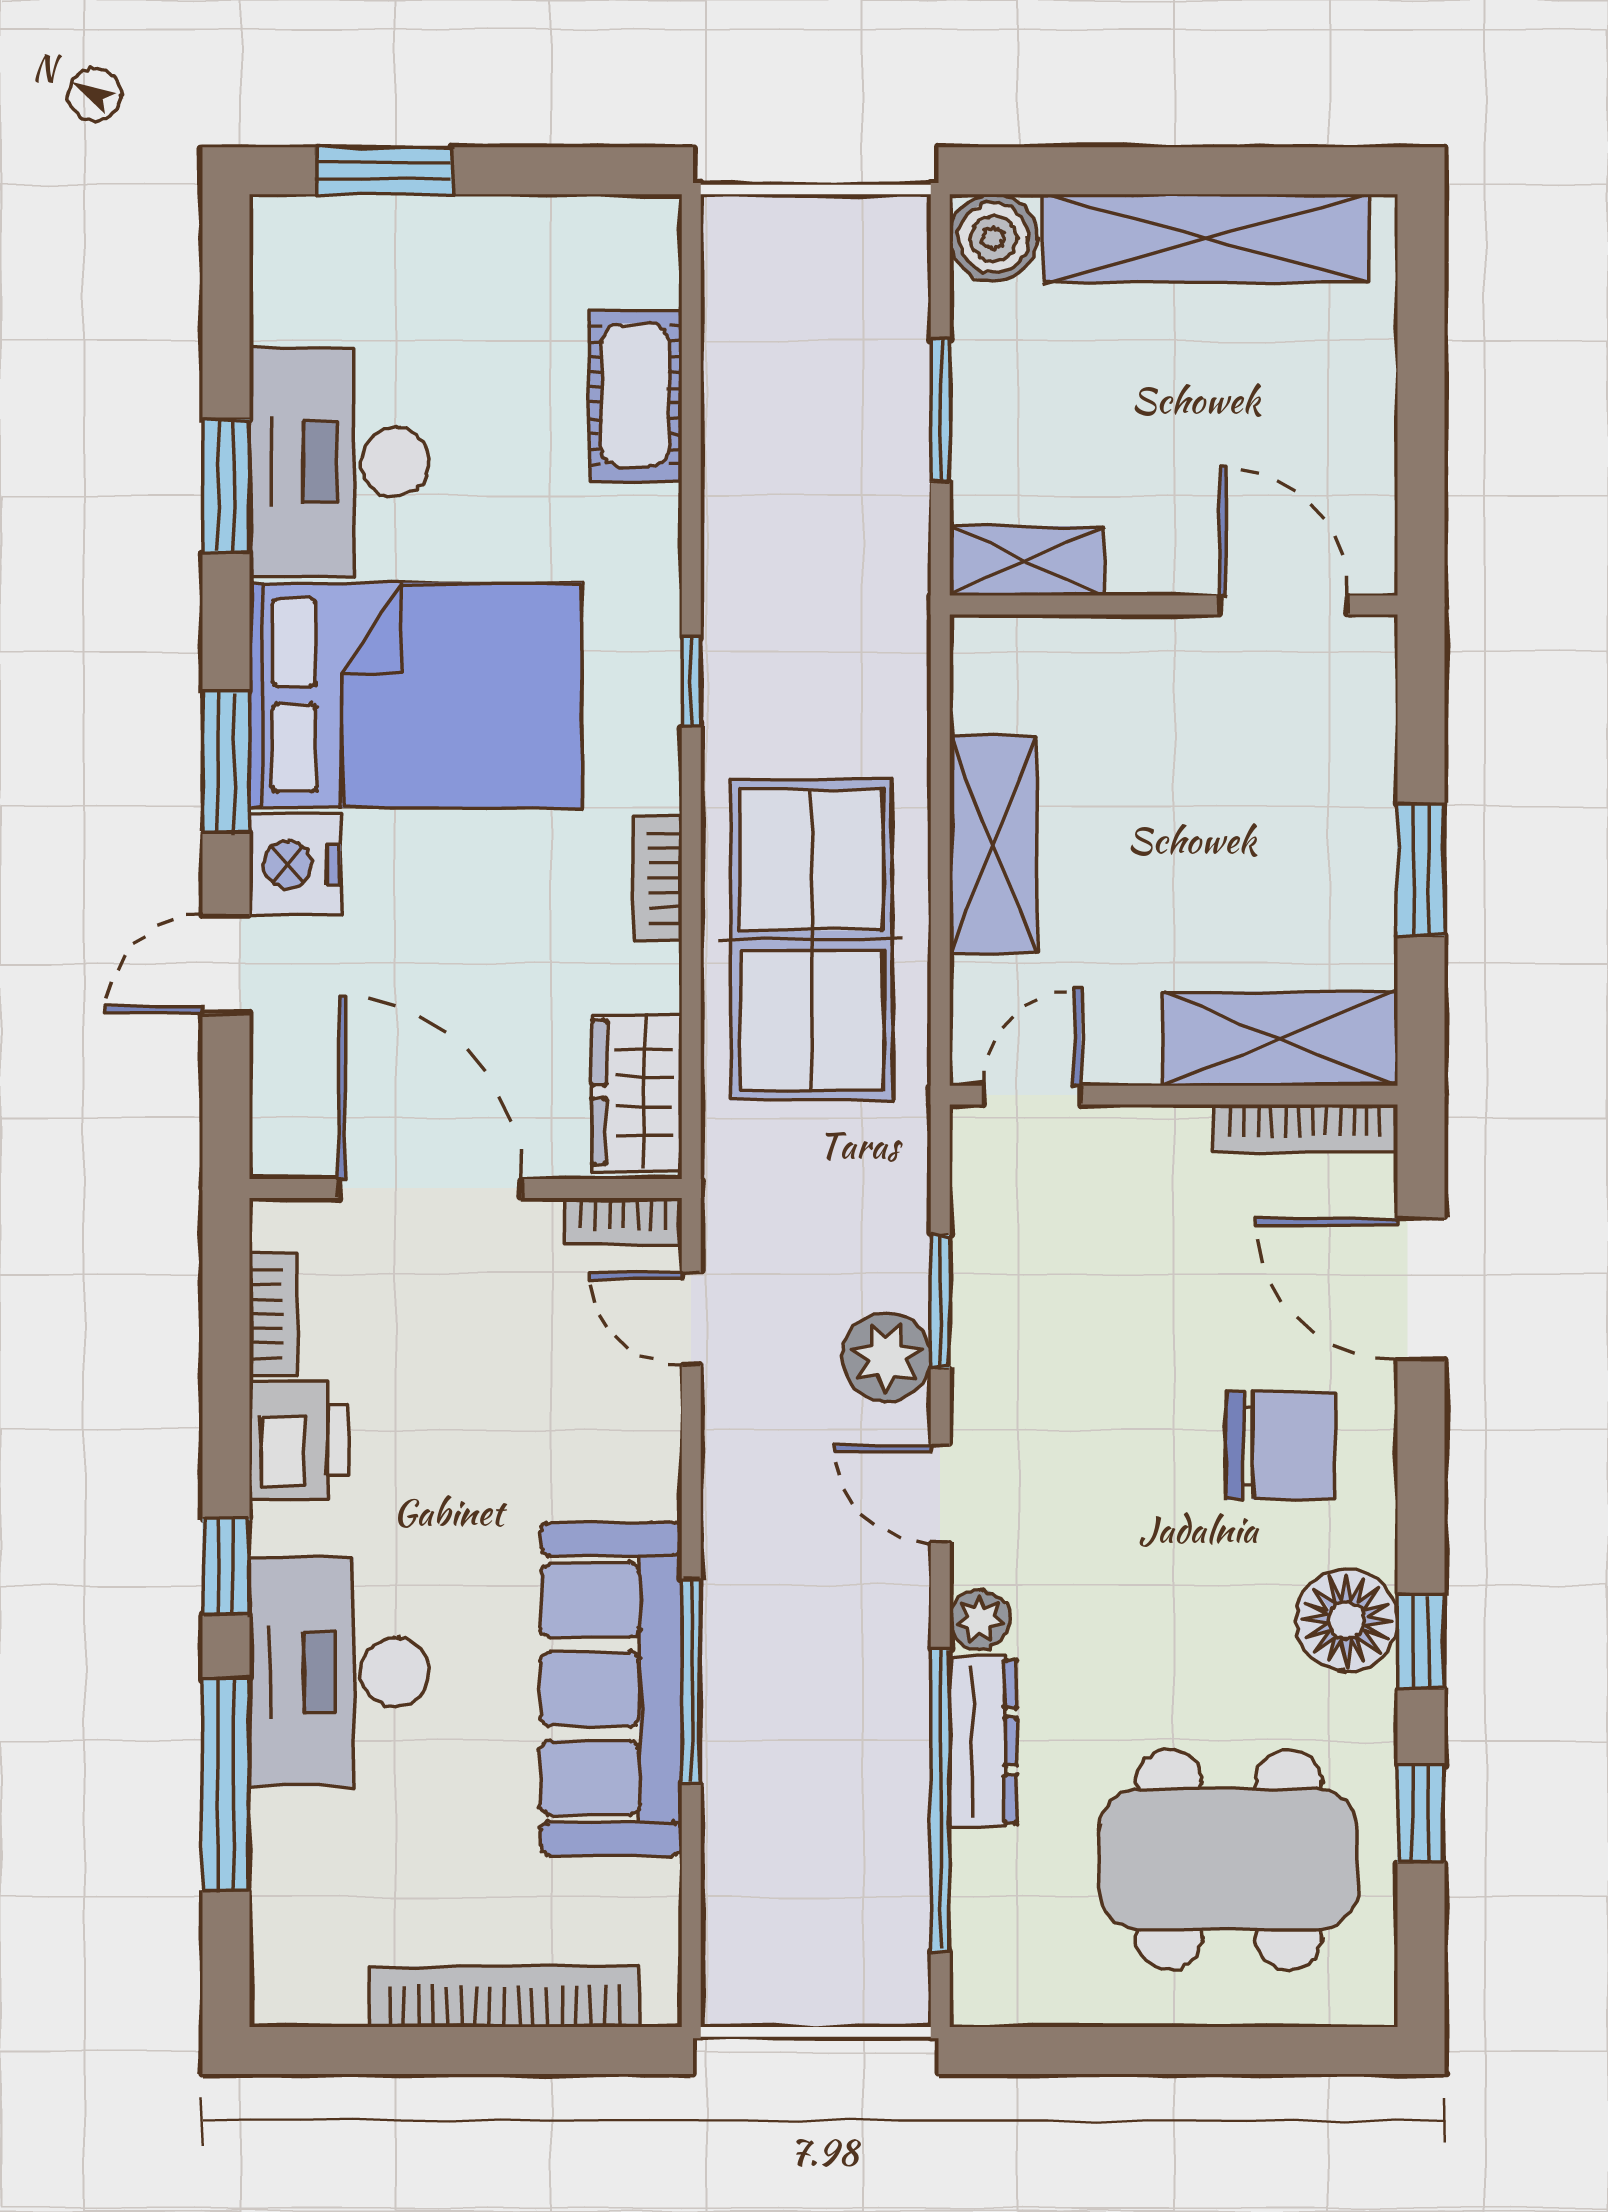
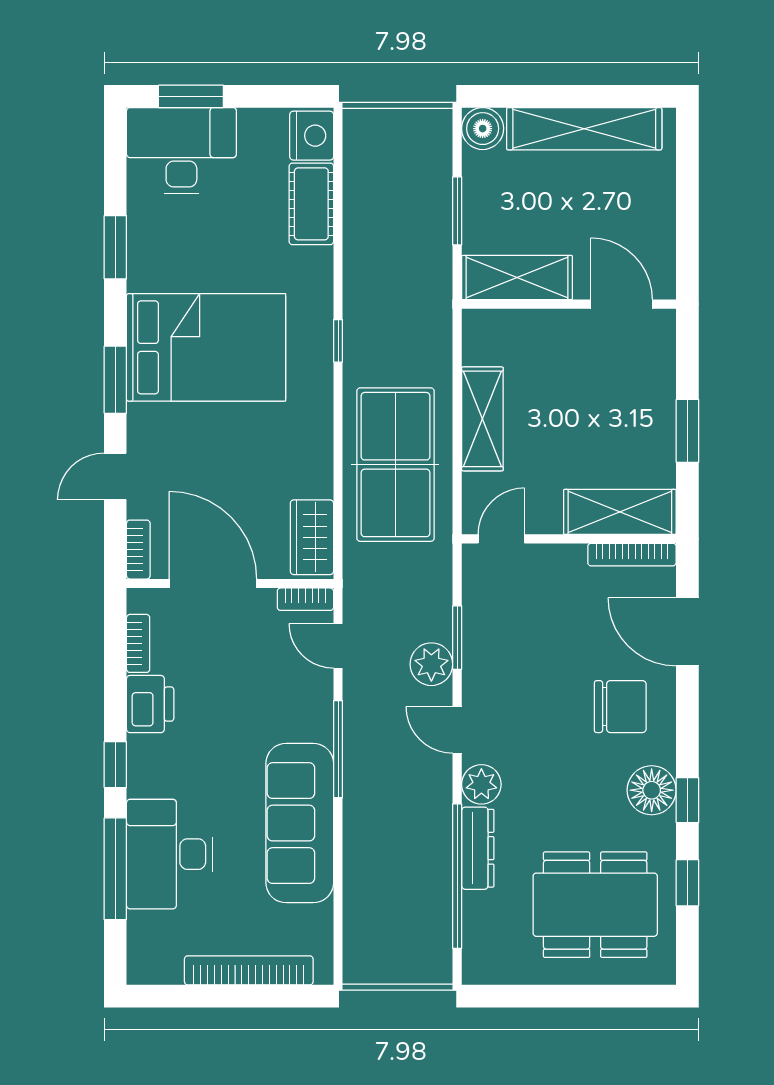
desk: (339, 462) -> (181, 151), moved, turned 90
shelving: (1027, 561) -> (517, 278), width x1.50, depth x1.33
nightstand: (295, 865) -> (312, 136), moved, turned 180
bookcase: (657, 878) -> (138, 550), moved, turned 180
plant: (980, 1619) -> (481, 784), width x1.38, depth x1.38
desk: (339, 1672) -> (169, 854), moved
window: (691, 1681) -> (338, 749), moved

